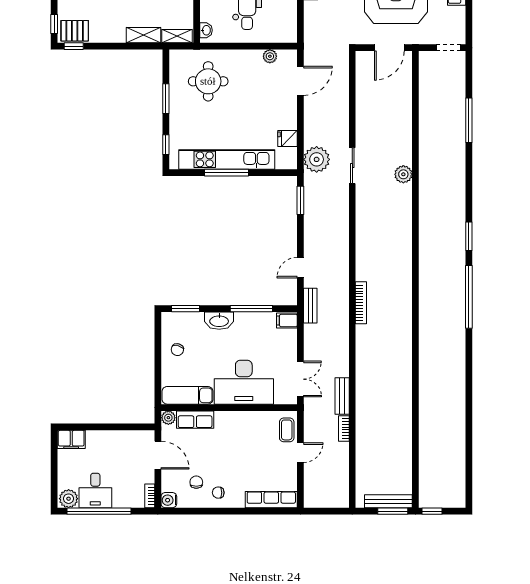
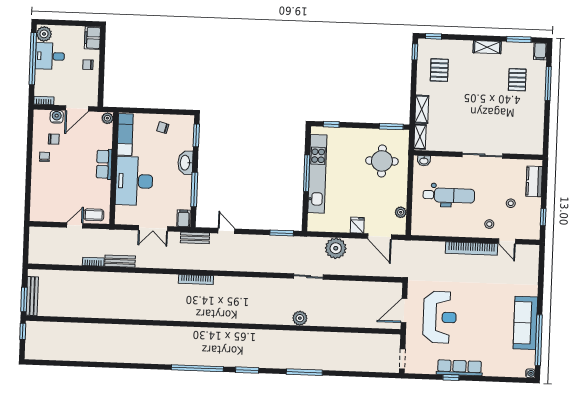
pallet: (75, 31) -> (439, 70), moved
door: (389, 48) -> (404, 310), hinge flipped
window: (166, 99) -> (391, 127), moved
window: (469, 120) -> (304, 372), moved
fridge: (287, 139) -> (357, 225), moved
plant: (317, 159) -> (336, 248), moved
double door: (300, 379) -> (153, 228), moved
row of seats: (195, 420) -> (104, 164), moved
chair: (104, 444) -> (88, 65), added
door: (300, 453) -> (75, 225), swing flipped
water cooler: (169, 500) -> (57, 117), moved
row of seats: (271, 500) -> (37, 200), removed

